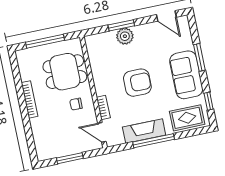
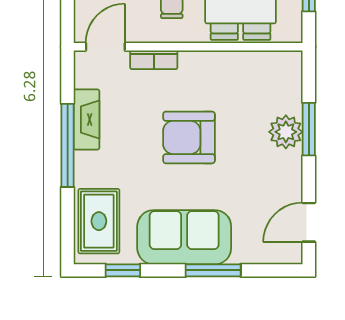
armchair: (137, 83) -> (189, 137), turned 90
fireplace: (144, 131) -> (86, 119), width x0.73, depth x0.76

